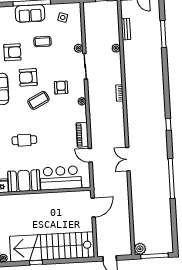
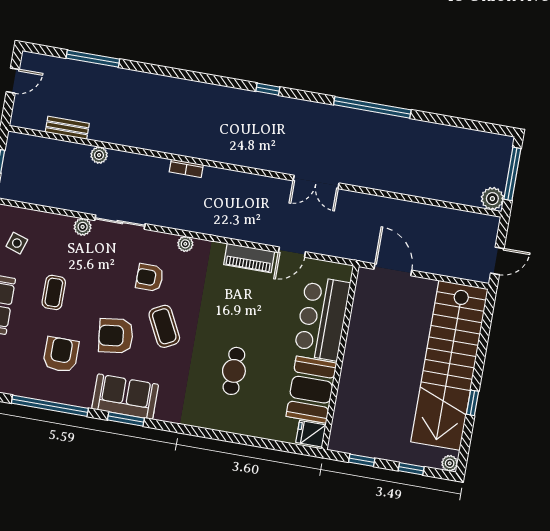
armchair: (28, 77) -> (116, 336), turned 83

